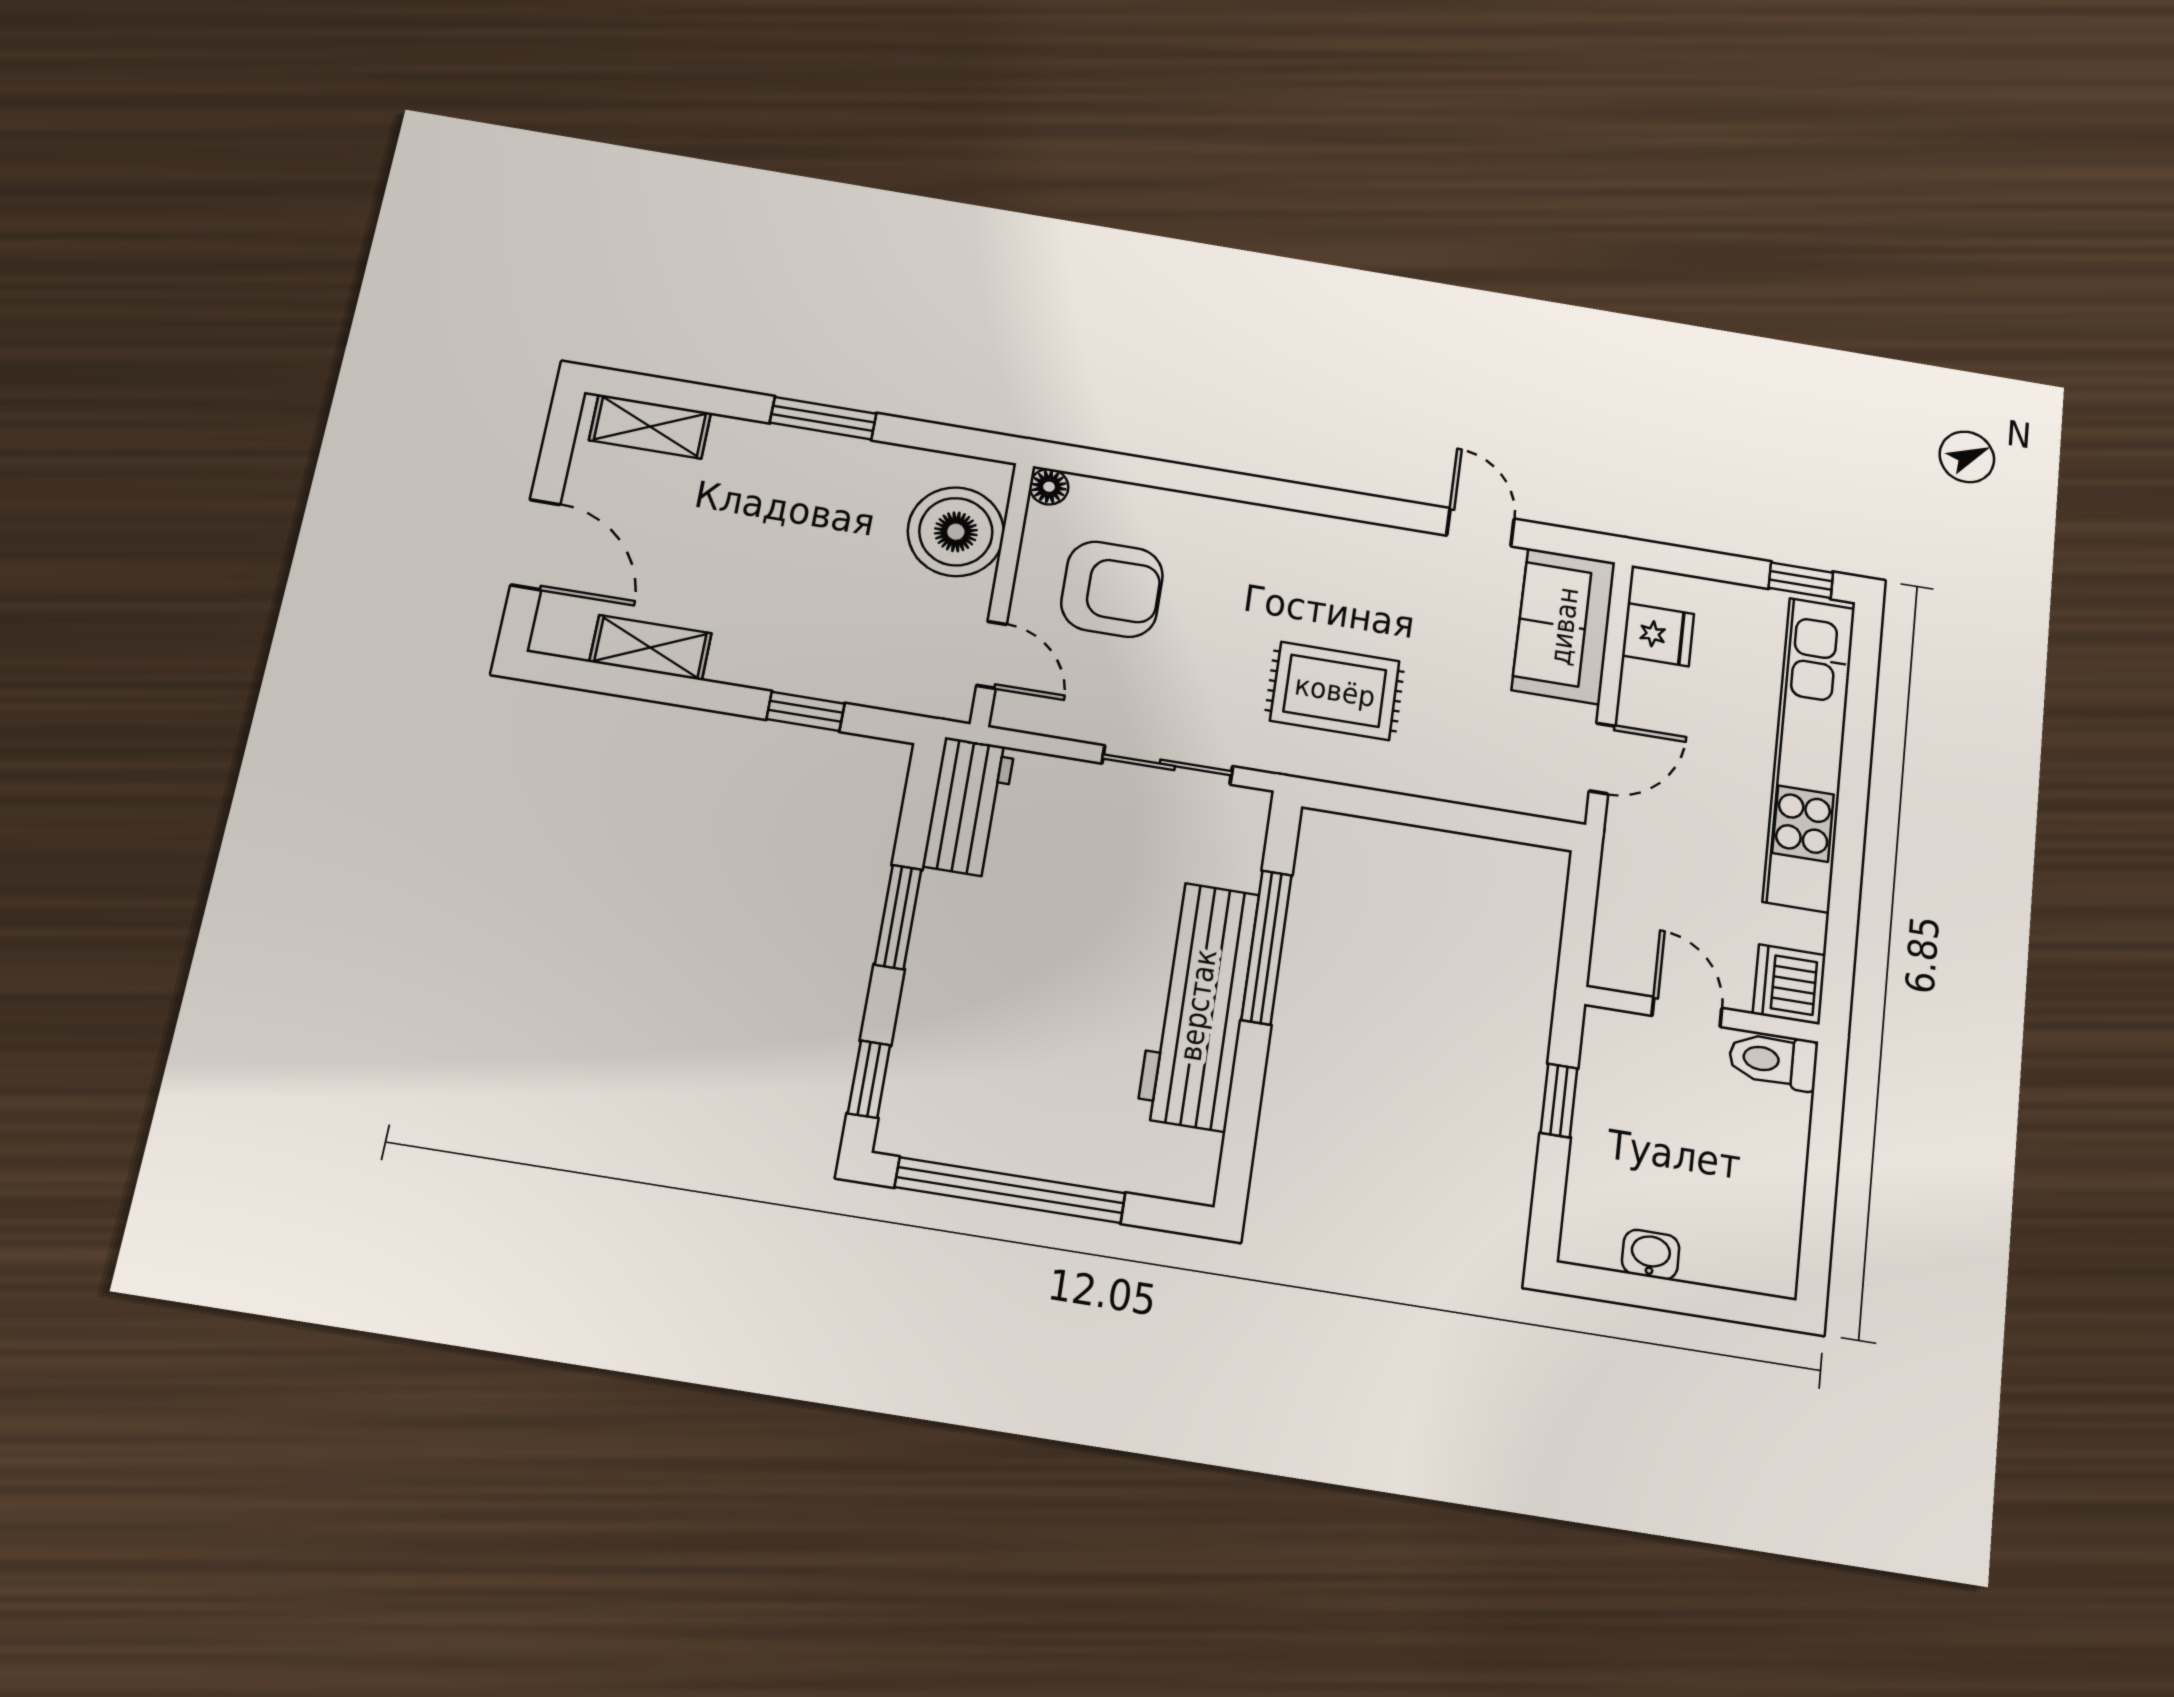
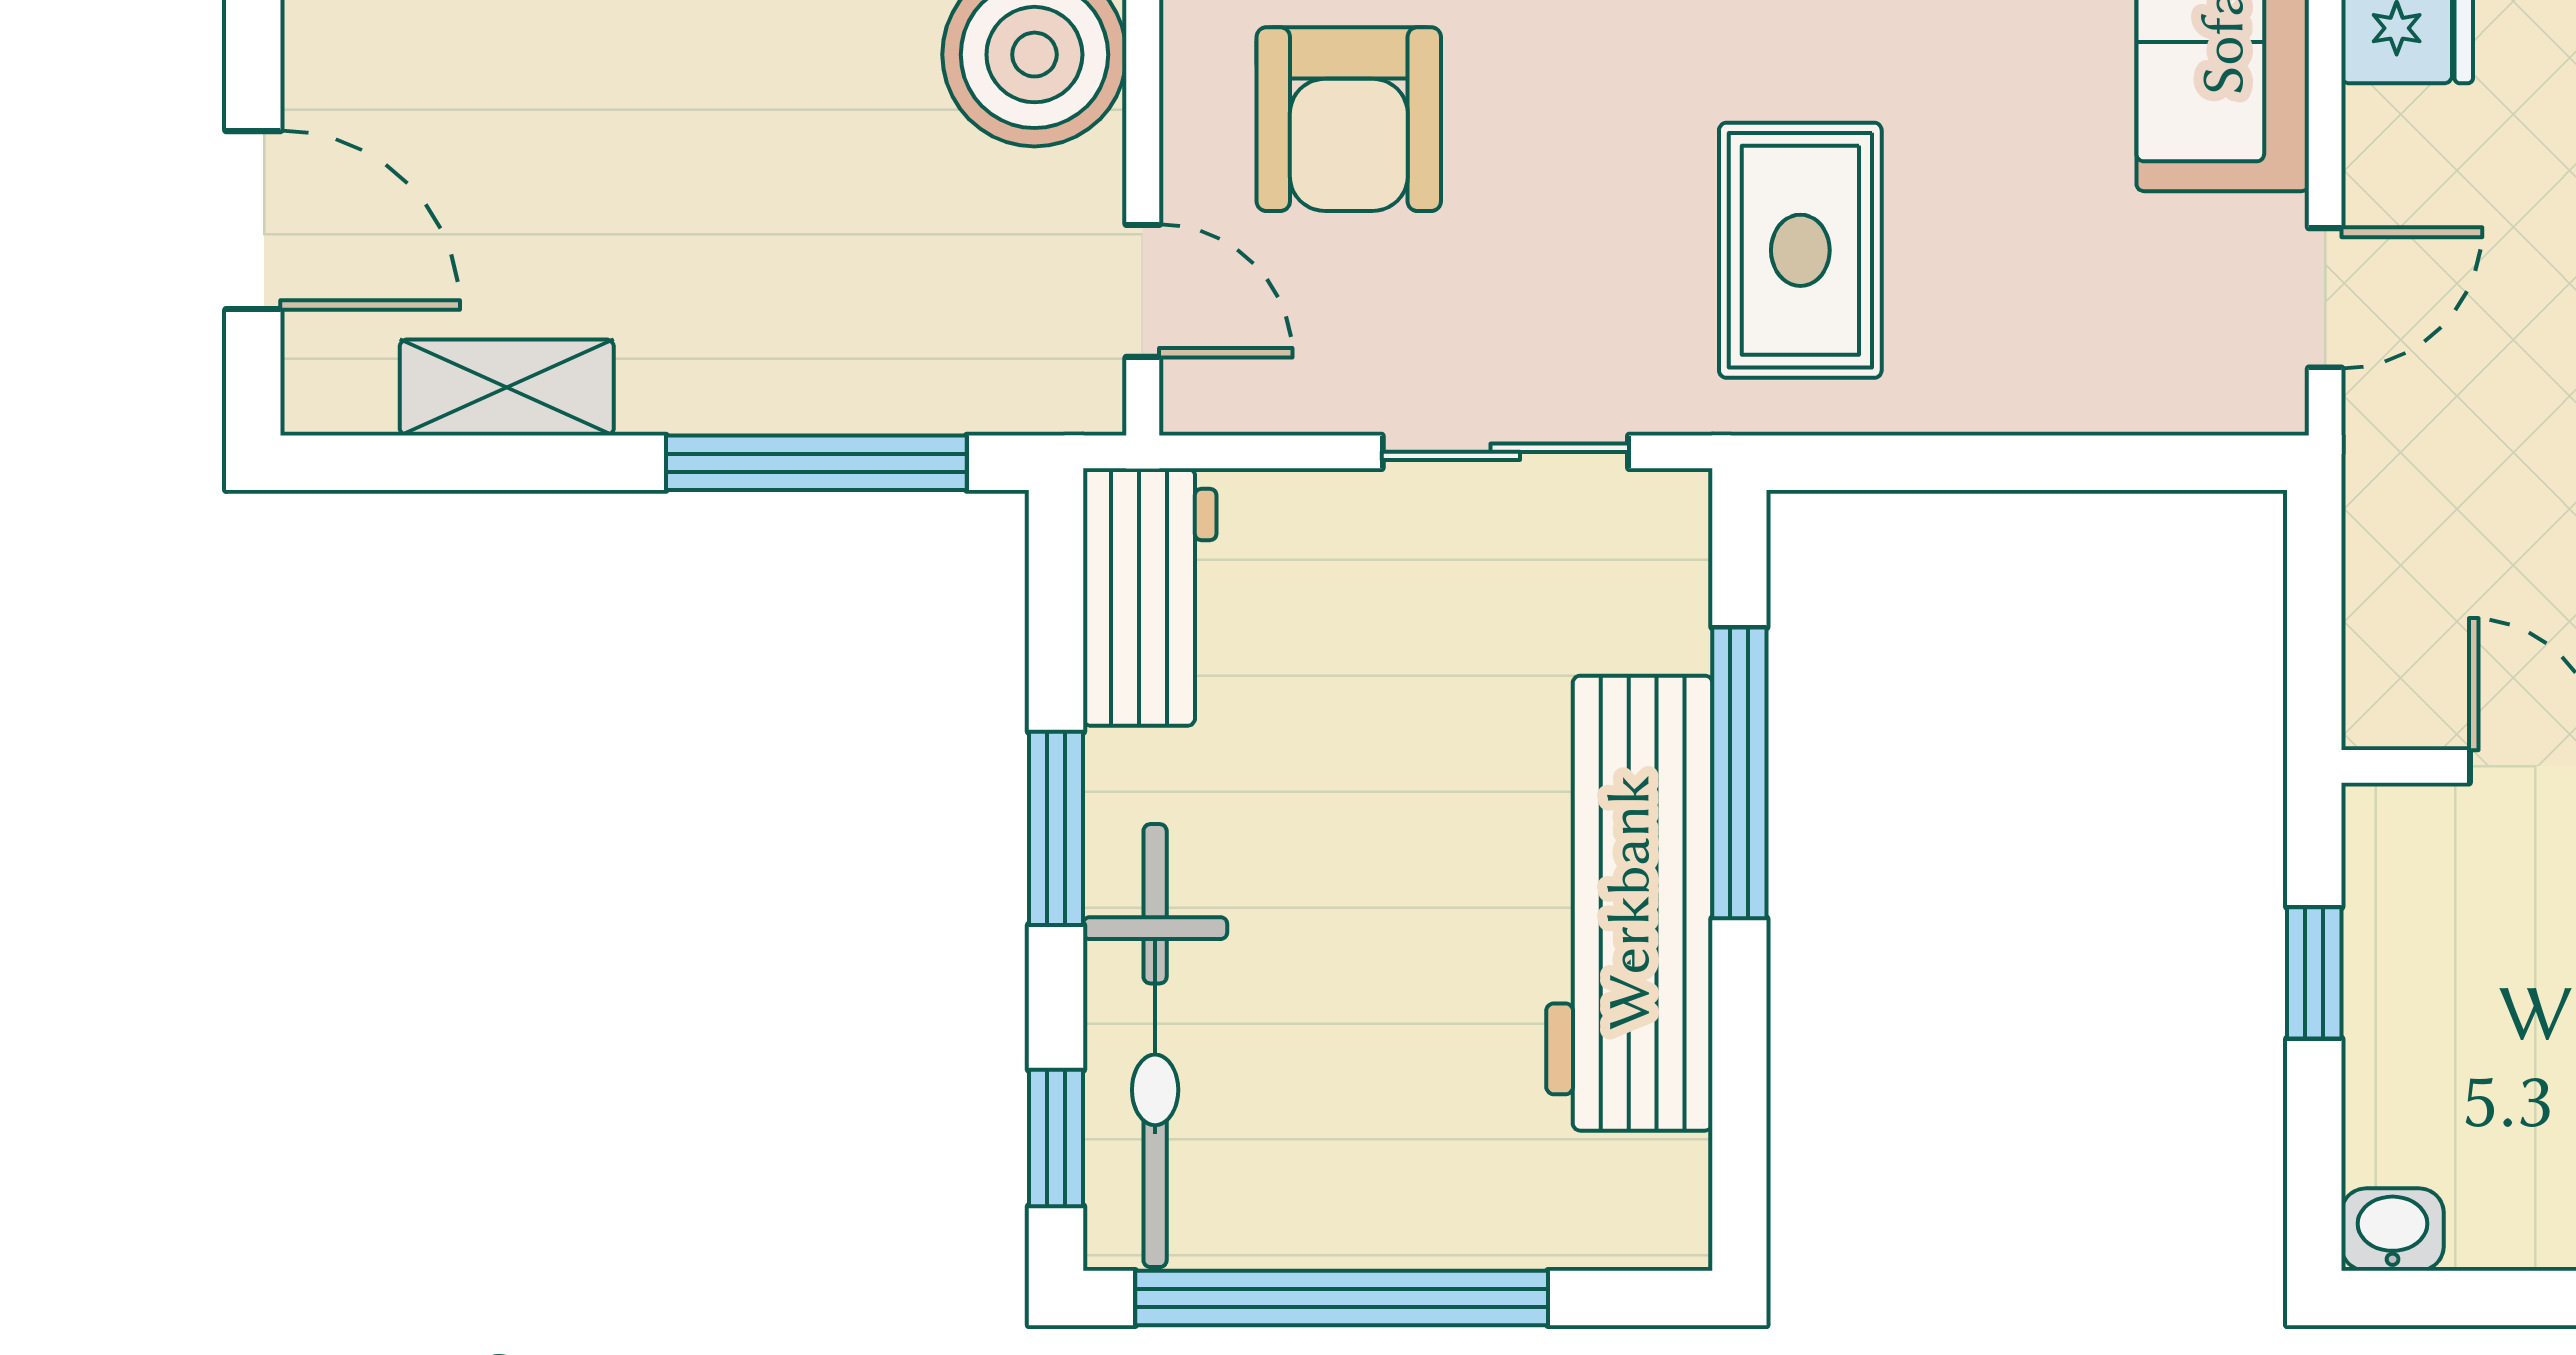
armchair: (1112, 589) -> (1349, 119), turned 90
rug: (1335, 691) -> (1800, 250), turned 90
window: (806, 711) -> (816, 463), width x2.17
bicycle: (931, 1039) -> (1155, 1046), added
washbasin: (1651, 1255) -> (2393, 1230), moved

